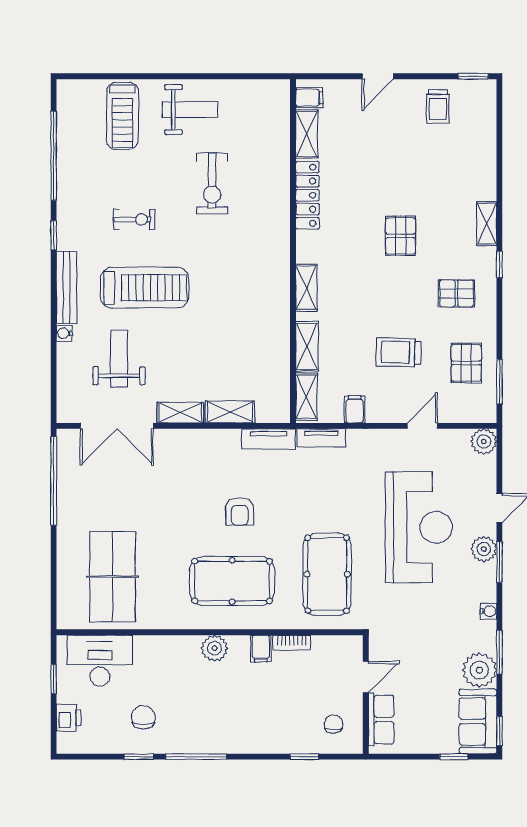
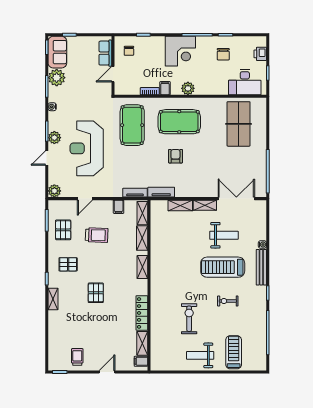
weight bench: (119, 359) -> (224, 235), moved, turned -90
corner desk: (230, 724) -> (180, 51), added

